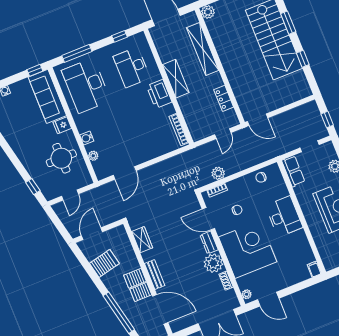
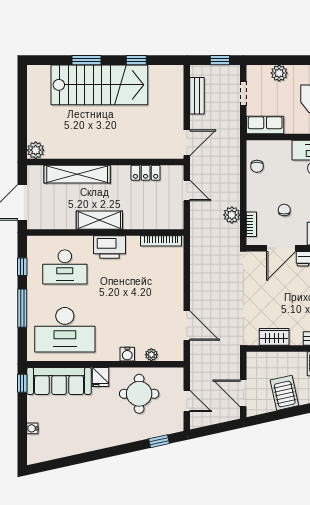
window: (77, 53) -> (22, 308), moved
bench: (295, 113) -> (197, 96), added

